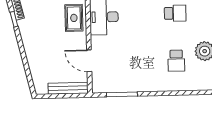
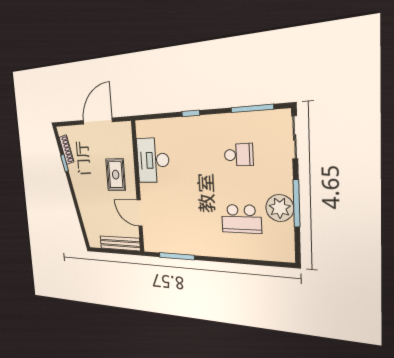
rug: (74, 18) -> (116, 175), moved
school desk: (176, 61) -> (241, 219), width x1.85

